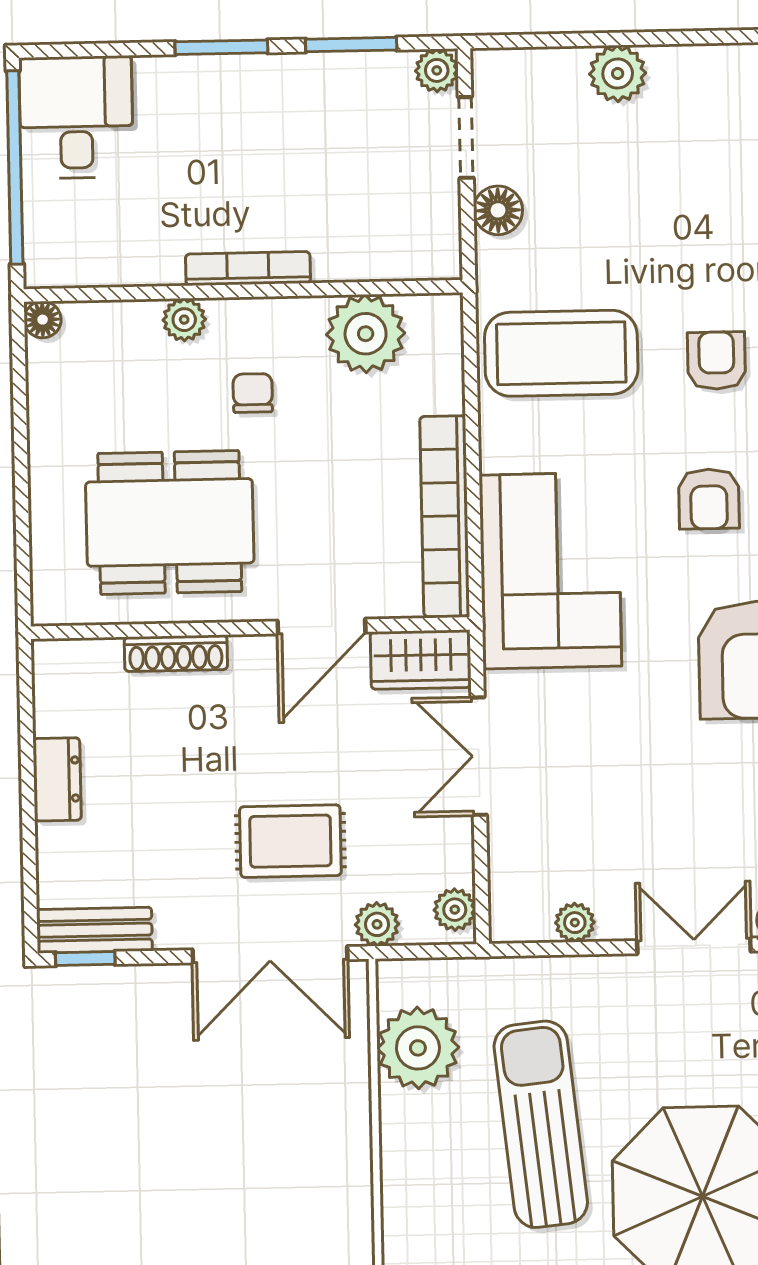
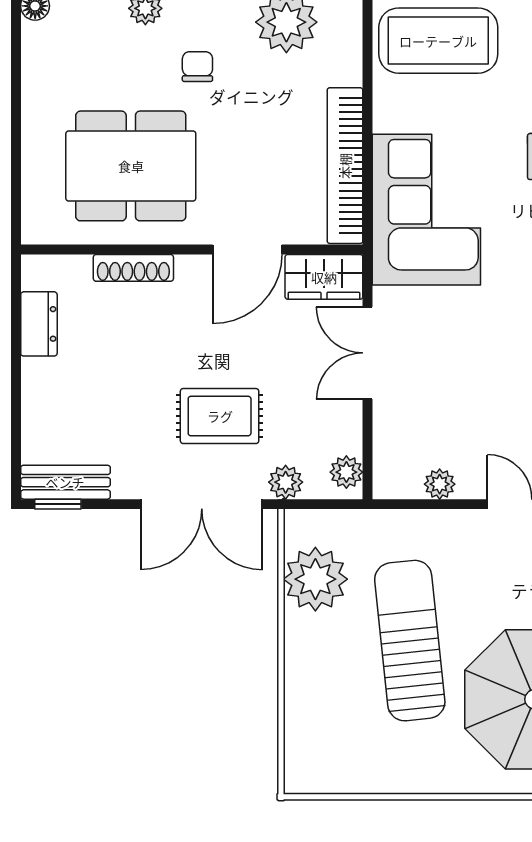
dresser: (57, 779) -> (39, 324), moved

